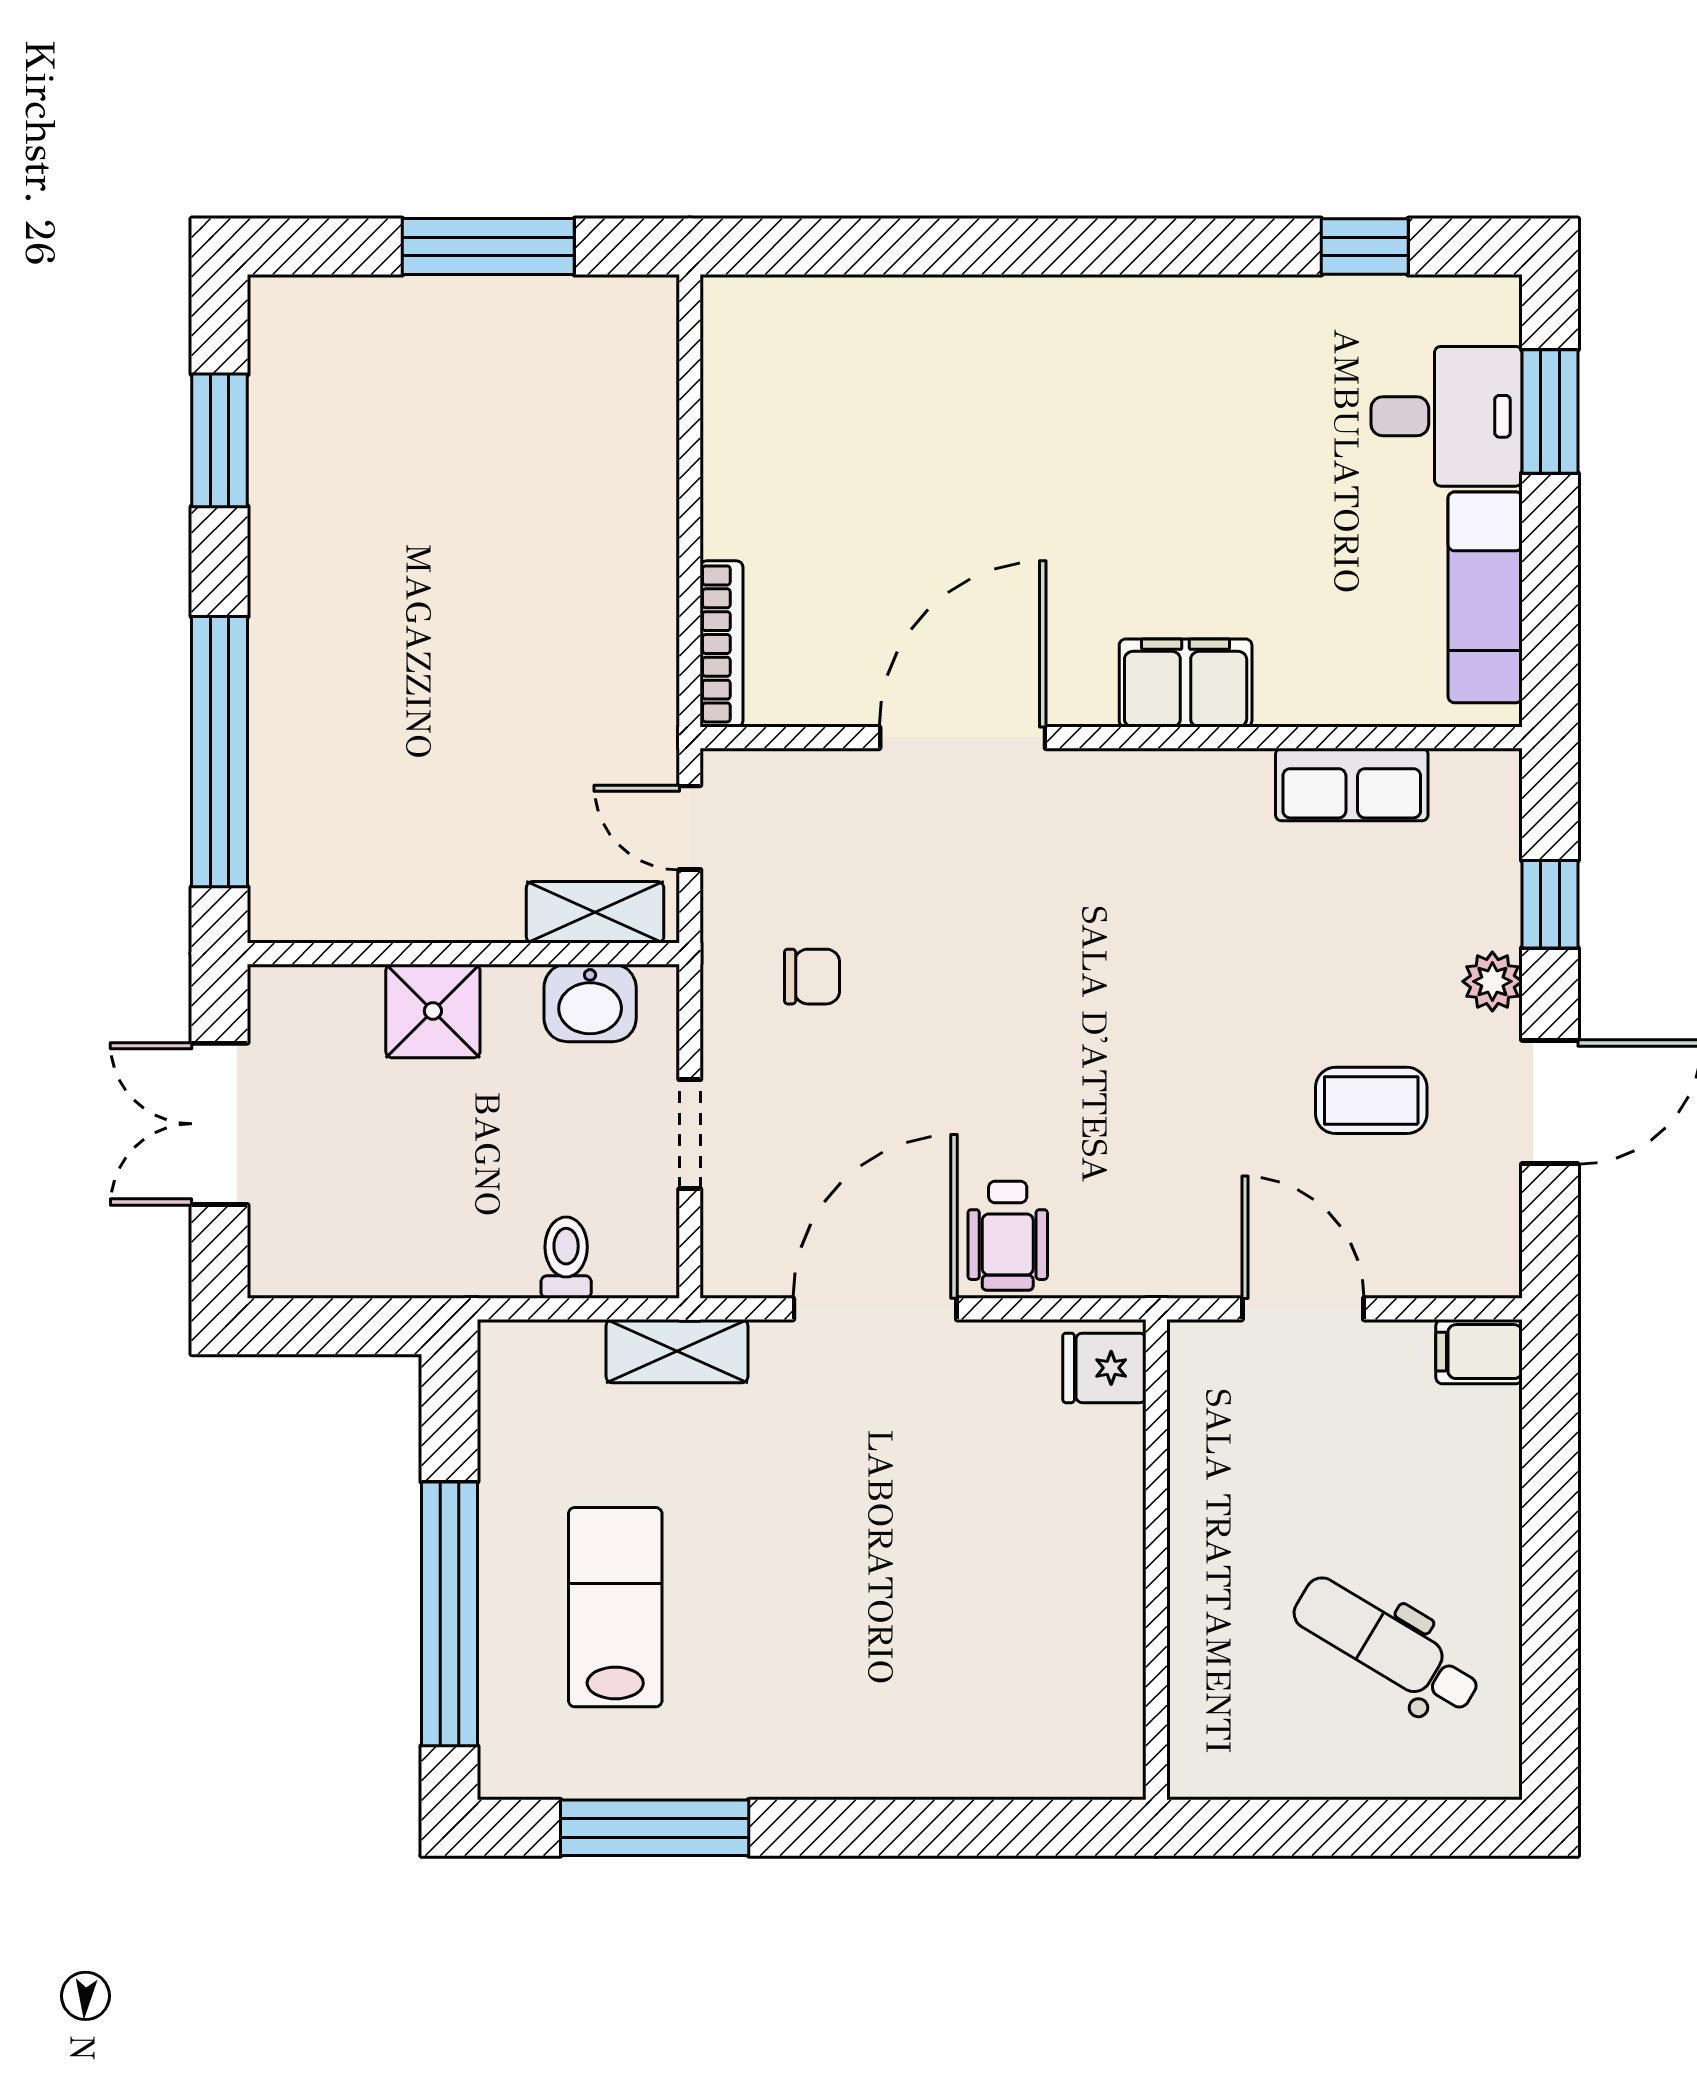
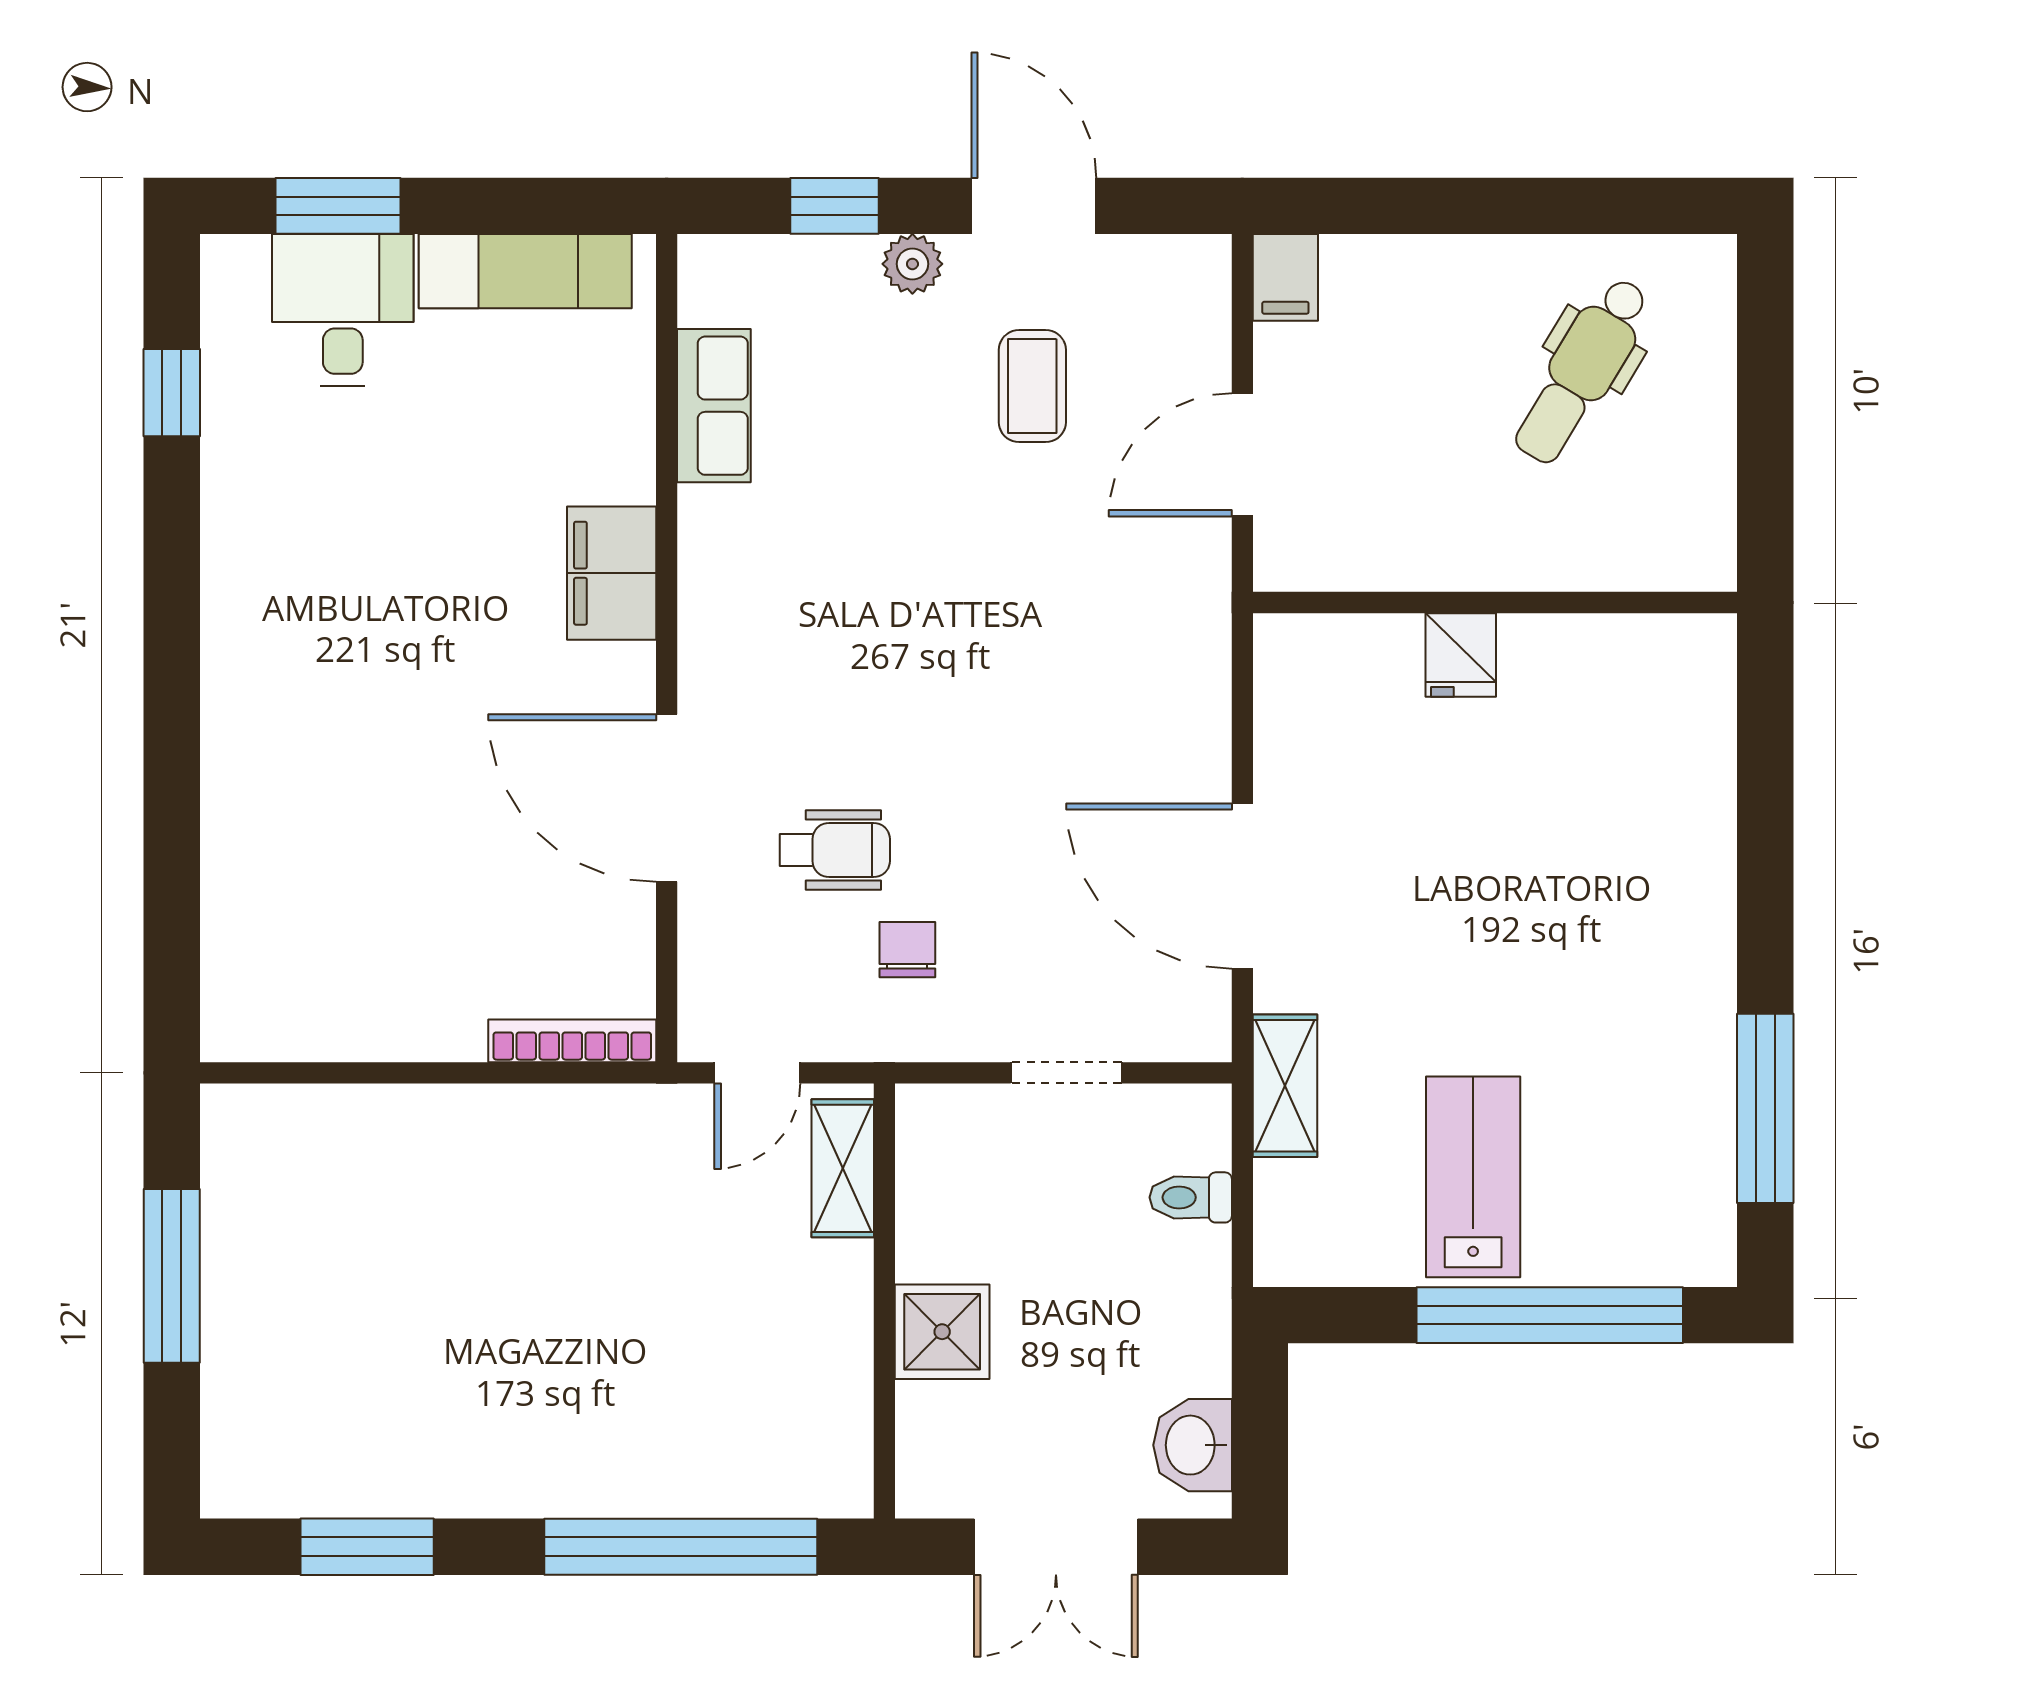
washbasin: (590, 1003) -> (1193, 1445), moved, turned 180
wheelchair: (1008, 1236) -> (835, 850), moved
fridge: (1104, 1368) -> (1461, 655), moved
lab bench: (615, 1607) -> (1473, 1177), moved, turned 90

